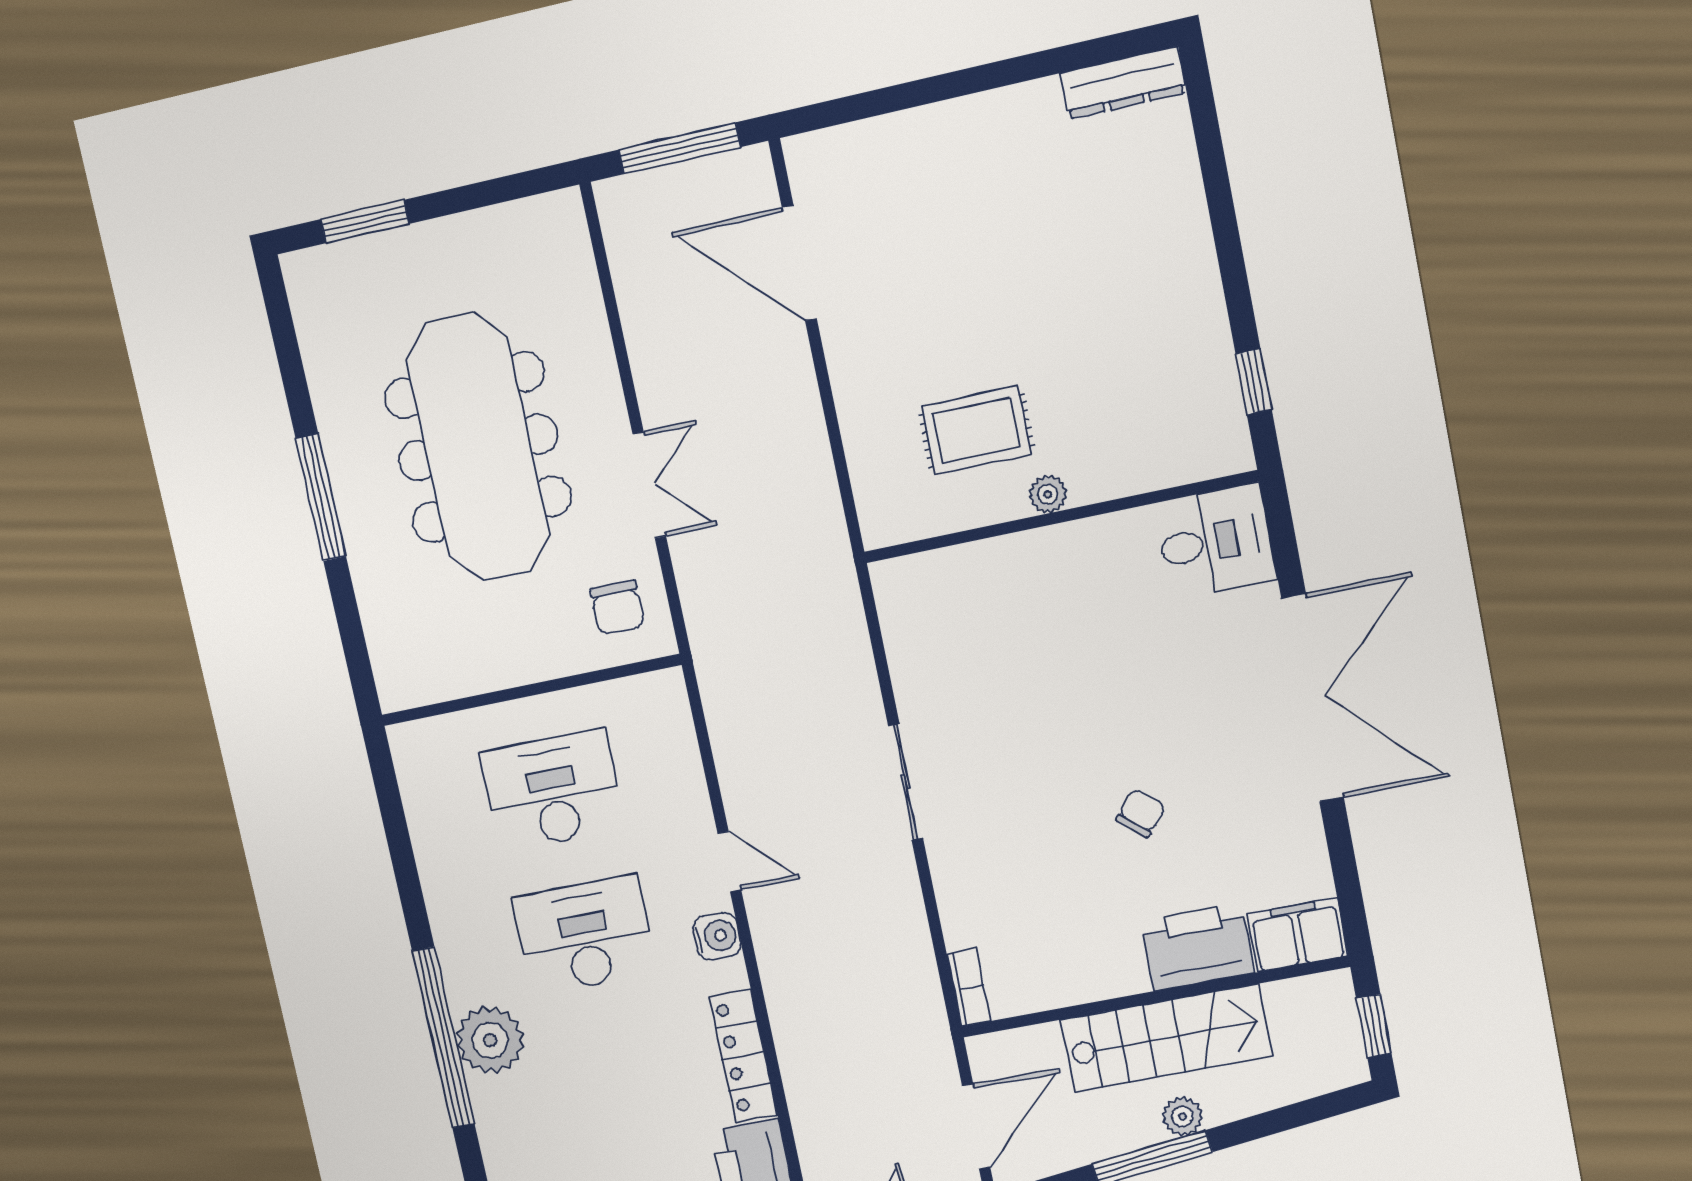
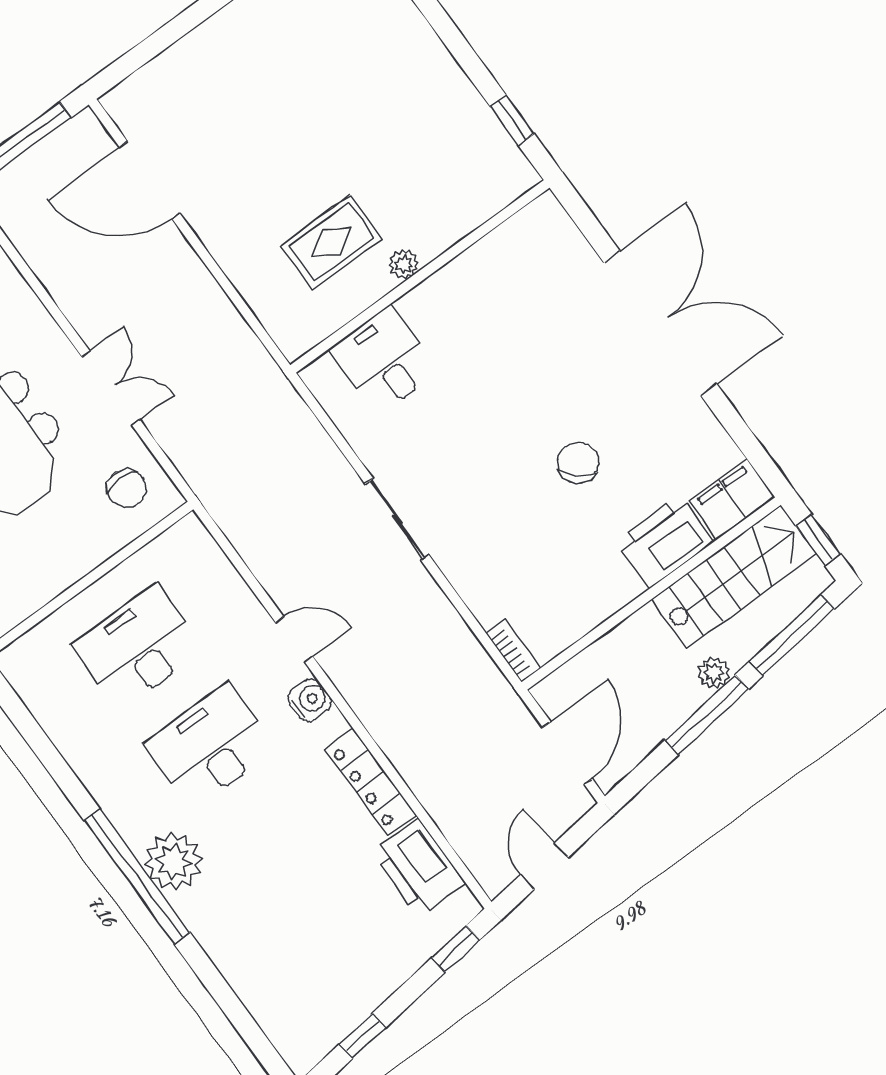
desk: (1215, 542) -> (384, 360), moved, turned -90
chair: (1141, 813) -> (578, 463), width x1.37, depth x1.37
stairs: (1166, 1038) -> (734, 577), moved
window: (1291, 1117) -> (792, 635), added

